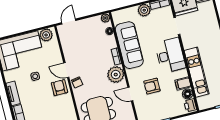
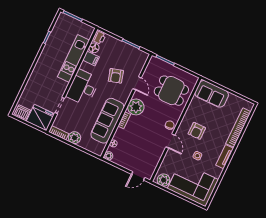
armchair: (152, 86) -> (116, 76), turned 74
armchair: (59, 88) -> (197, 131), moved

